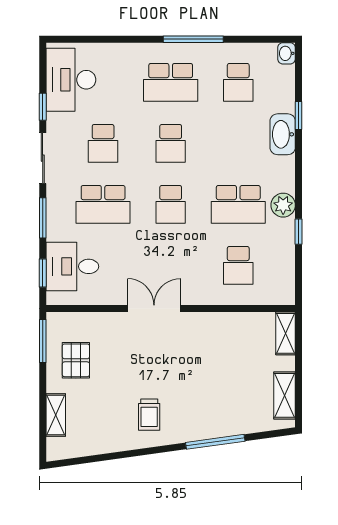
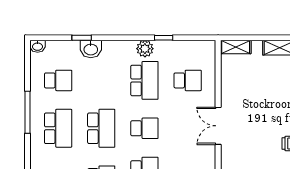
washbasin: (283, 134) -> (91, 49), width x0.72
school desk: (171, 143) -> (101, 128), width x1.85
double door: (154, 309) -> (218, 126), moved

